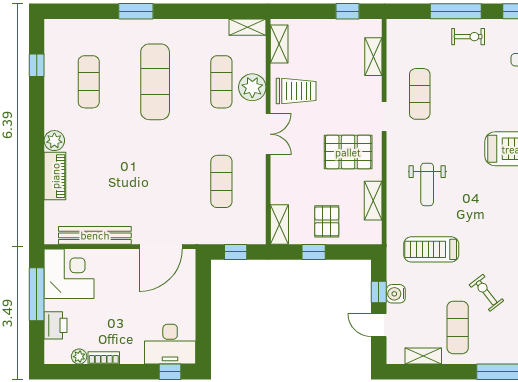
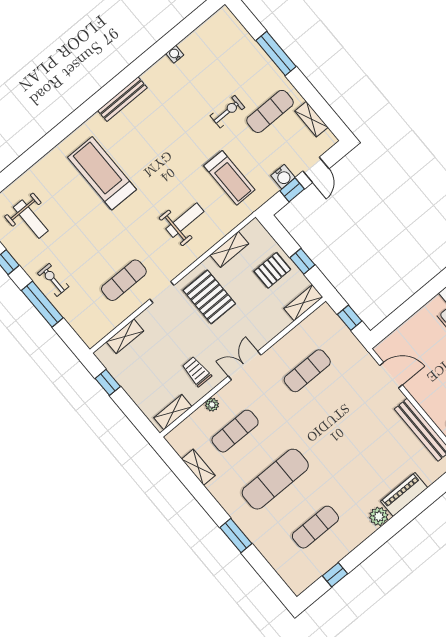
shelving: (247, 27) -> (198, 467), moved
plant: (252, 87) -> (212, 405), width x0.53, depth x0.53
trolley: (296, 91) -> (197, 371), width x0.73, depth x0.72
door: (161, 247) -> (391, 375), width x0.73
exercise bike: (486, 293) -> (227, 112), turned -142

